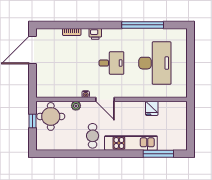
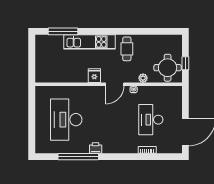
printer: (95, 34) -> (96, 148), moved
desk: (111, 63) -> (151, 120), moved, width x1.37
door: (105, 99) -> (115, 84), swing flipped
fridge: (152, 108) -> (94, 76), moved

